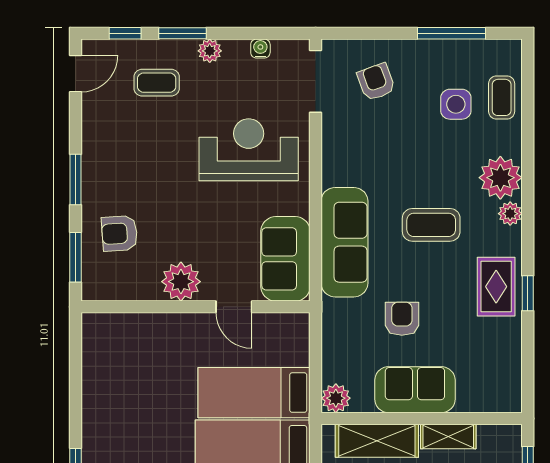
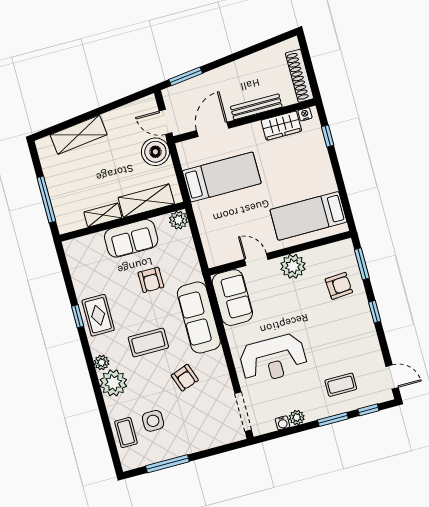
plant: (210, 51) -> (297, 418), moved
door: (76, 74) -> (392, 377), swing flipped
armchair: (376, 82) -> (185, 378), moved
window: (76, 179) -> (375, 312), width x0.67
bed: (254, 393) -> (308, 216), moved, turned 180

